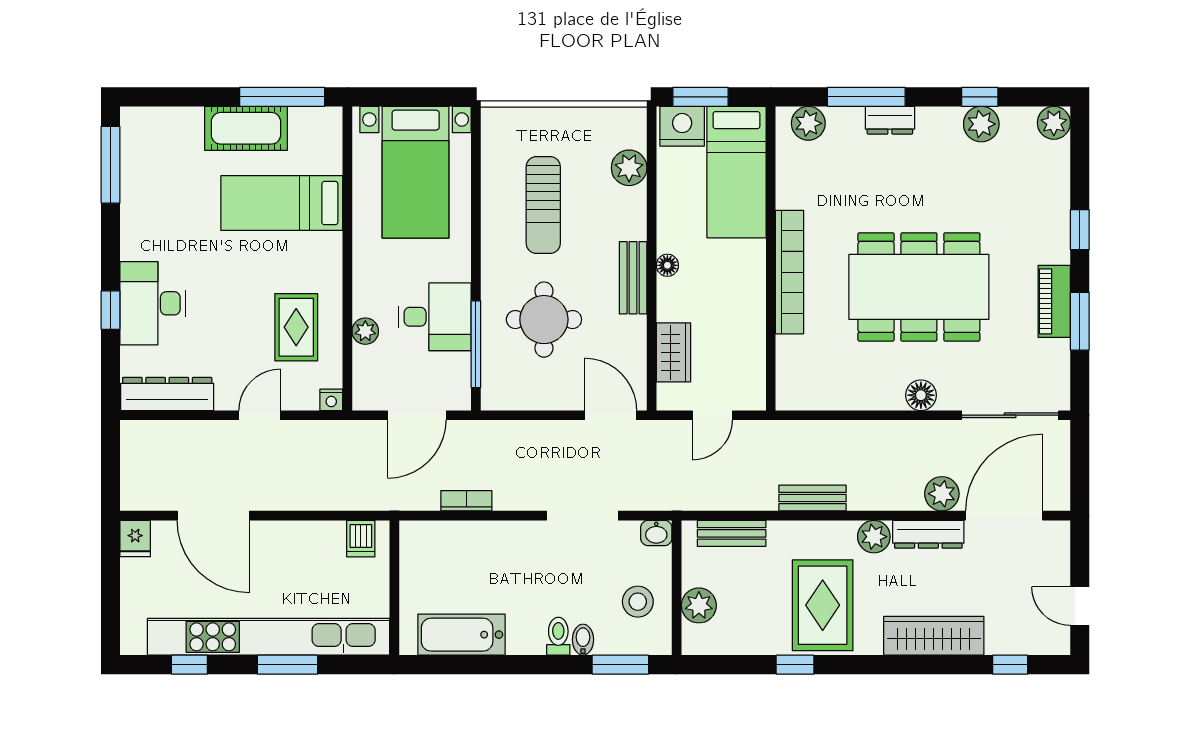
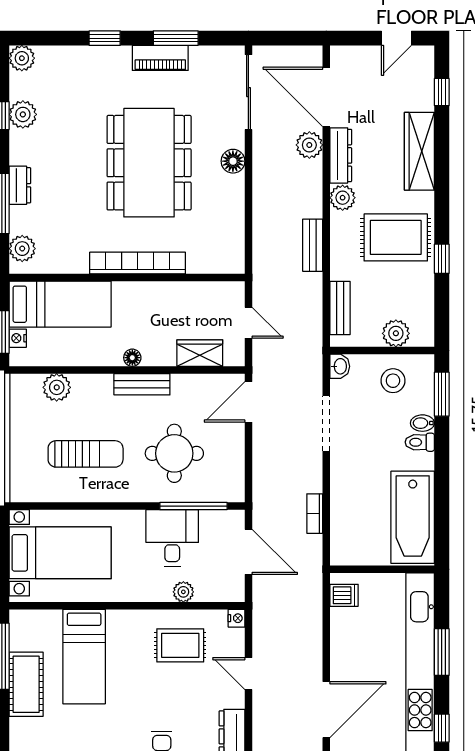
nightstand: (682, 126) -> (18, 338), width x0.53, depth x0.56
bathtub: (461, 635) -> (413, 517), width x1.36, depth x1.36

